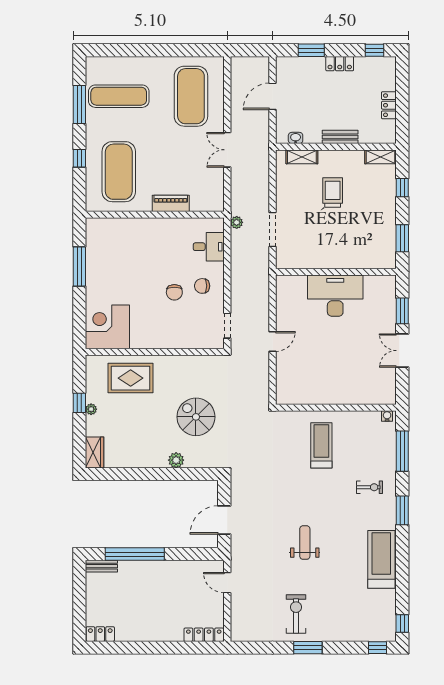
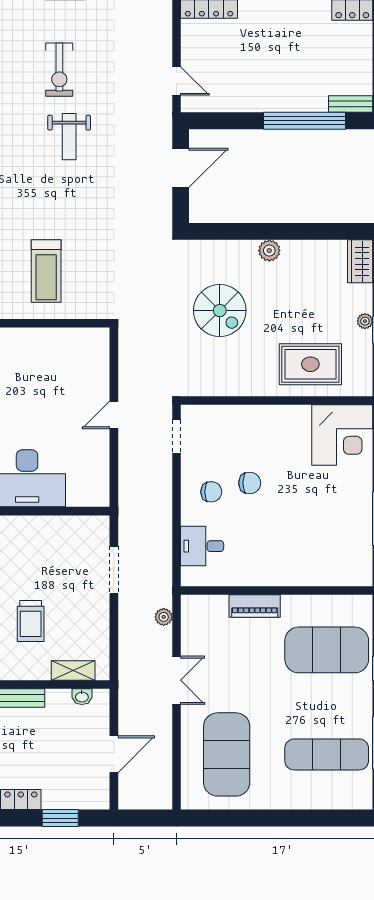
exercise mat: (119, 172) -> (327, 650), turned 90
plant: (237, 222) -> (164, 617), moved
chair: (174, 292) -> (250, 483), turned 90
plant: (176, 460) -> (269, 251), moved
exercise bike: (296, 614) -> (59, 70), moved

